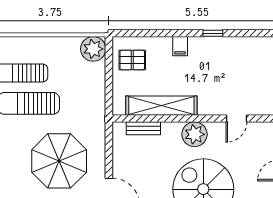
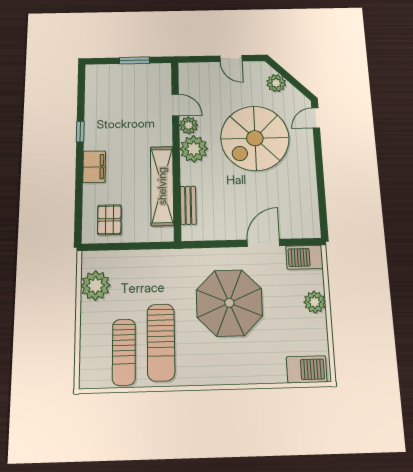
filing cabinet: (180, 46) -> (94, 167), width x2.00
plant: (93, 49) -> (95, 286), moved
plant: (217, 130) -> (189, 125), added

